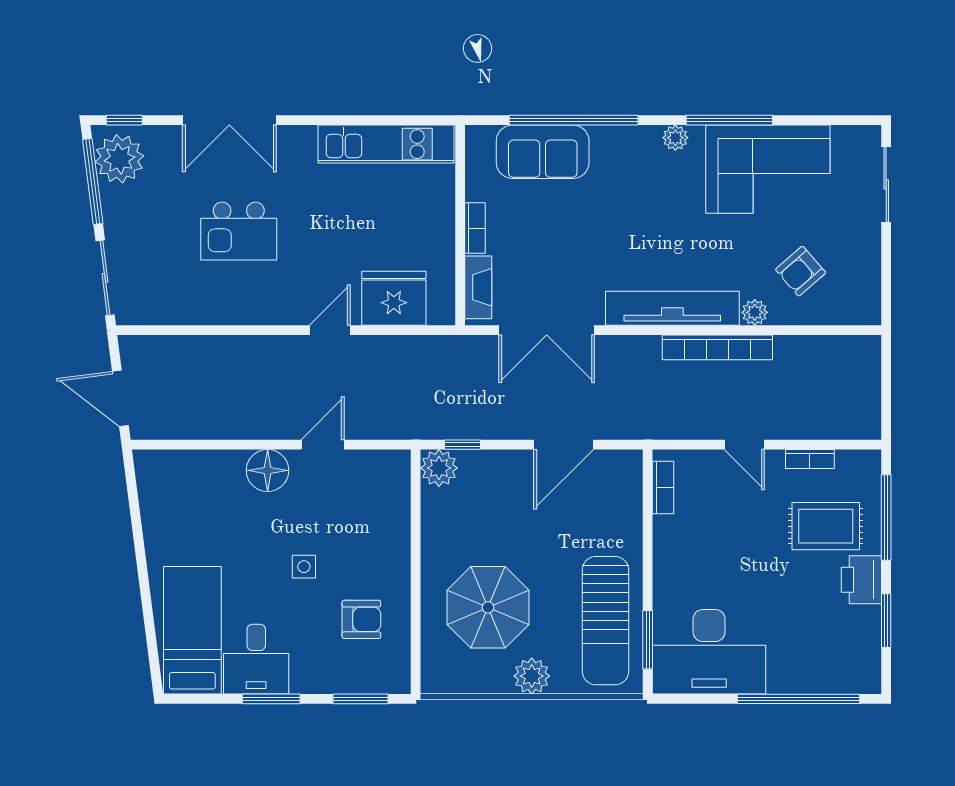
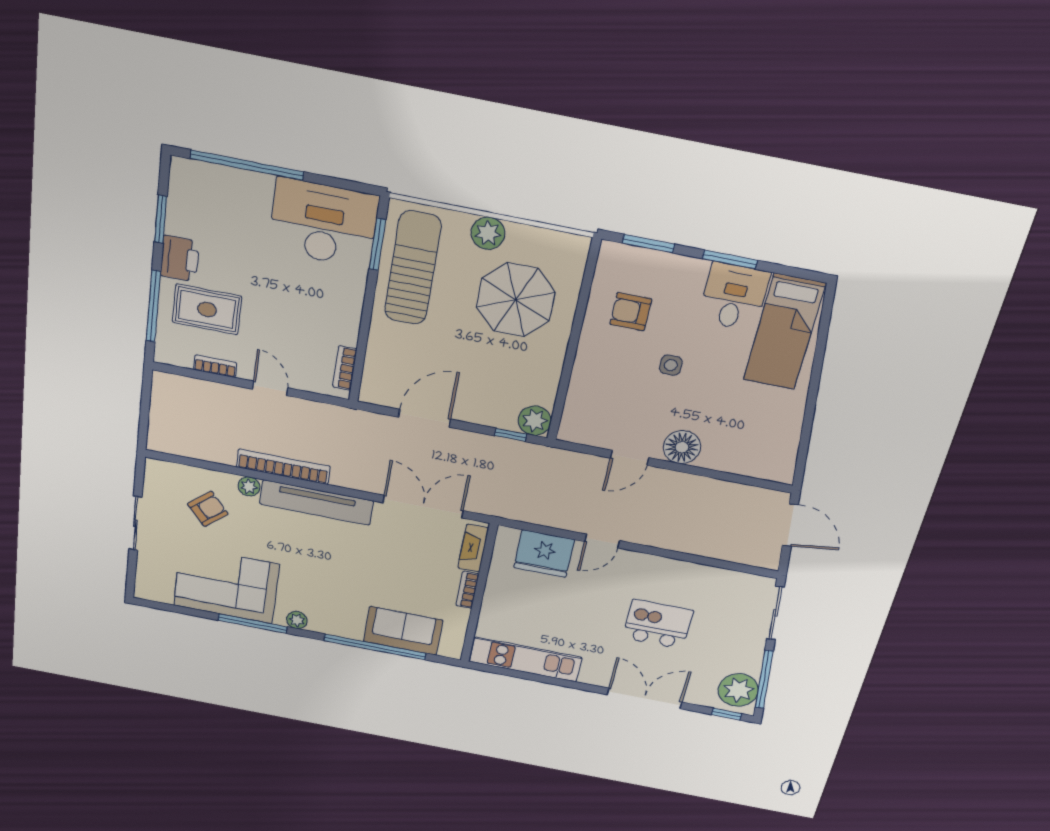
sliding door: (886, 184) -> (135, 523), moved

